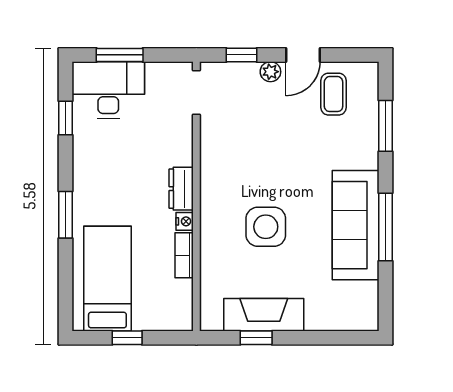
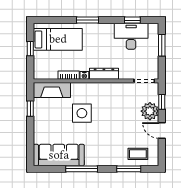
plant: (270, 72) -> (150, 111), width x1.88, depth x1.88
desk: (108, 90) -> (131, 36), moved, turned -90
coffee table: (334, 94) -> (138, 154), moved
dresser: (181, 189) -> (104, 74), width x1.44
sofa: (356, 225) -> (59, 155), moved
fireplace: (264, 315) -> (52, 90), moved, turned 90

